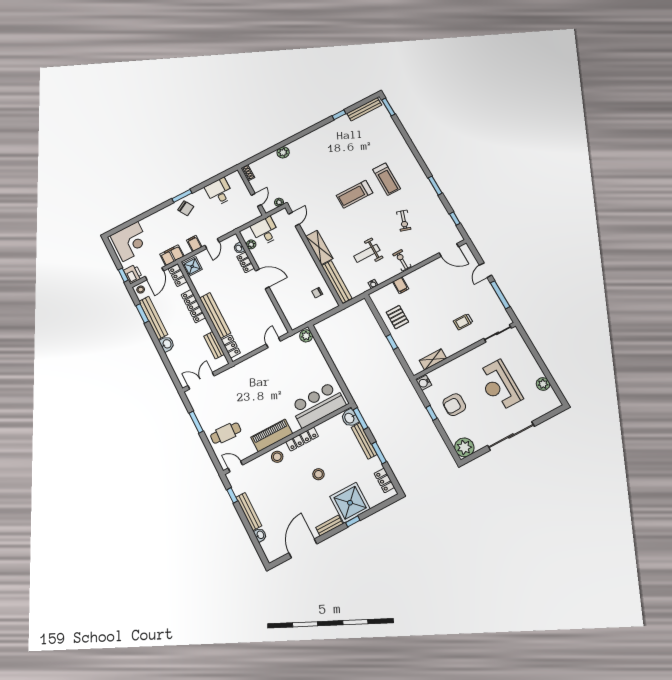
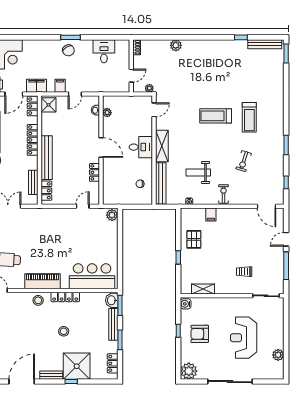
desk: (265, 231) -> (141, 147), moved, turned 90
locker: (246, 262) -> (95, 172), moved

